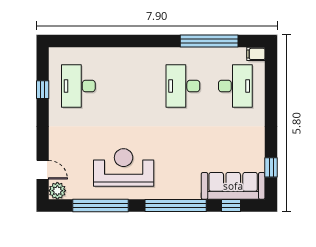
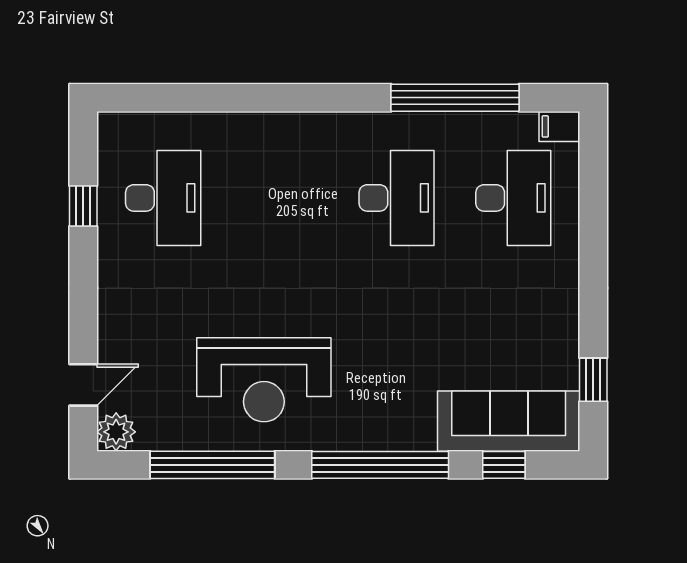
desk: (78, 86) -> (163, 198), turned 180
desk: (183, 86) -> (397, 198), turned 180
reception desk: (124, 167) -> (264, 380), turned 180
door: (43, 170) -> (83, 385), hinge flipped

